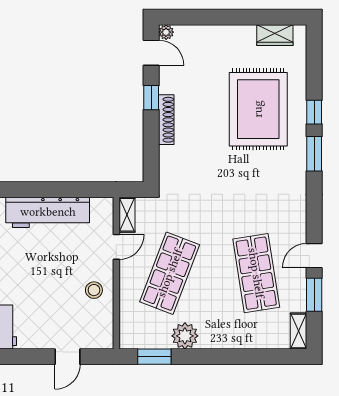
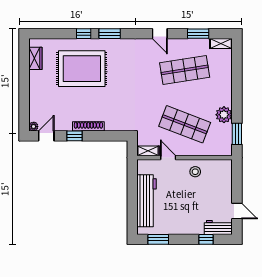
door: (314, 256) -> (160, 34), moved
door: (68, 357) -> (237, 211), moved

